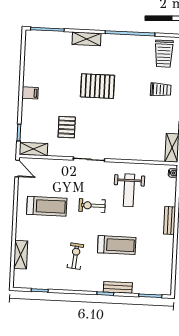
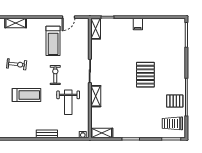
shelving: (87, 39) -> (96, 96), moved
trolley: (161, 90) -> (145, 122), removed
pallet: (67, 127) -> (175, 101), moved
door: (17, 168) -> (68, 17), moved
weight bench: (129, 190) -> (68, 102), turned -90
treadmill: (117, 245) -> (26, 95), turned -90

